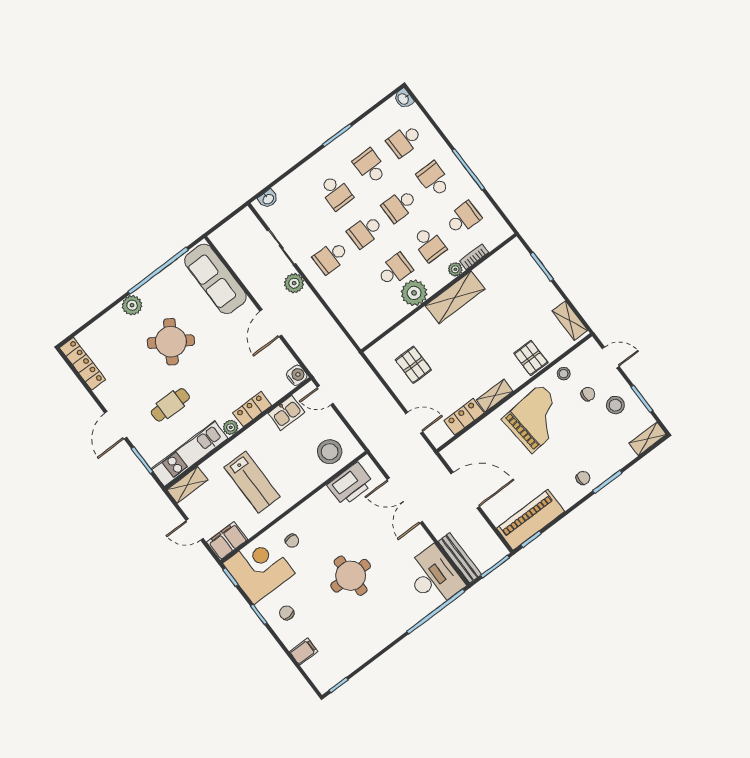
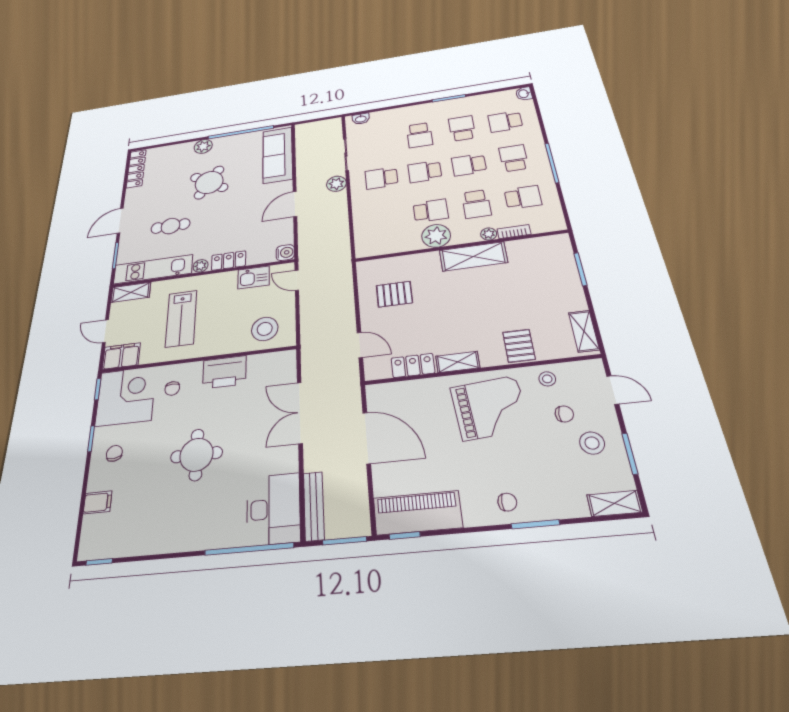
pallet: (413, 365) -> (394, 294), turned 90
printer: (350, 484) -> (224, 372), moved

